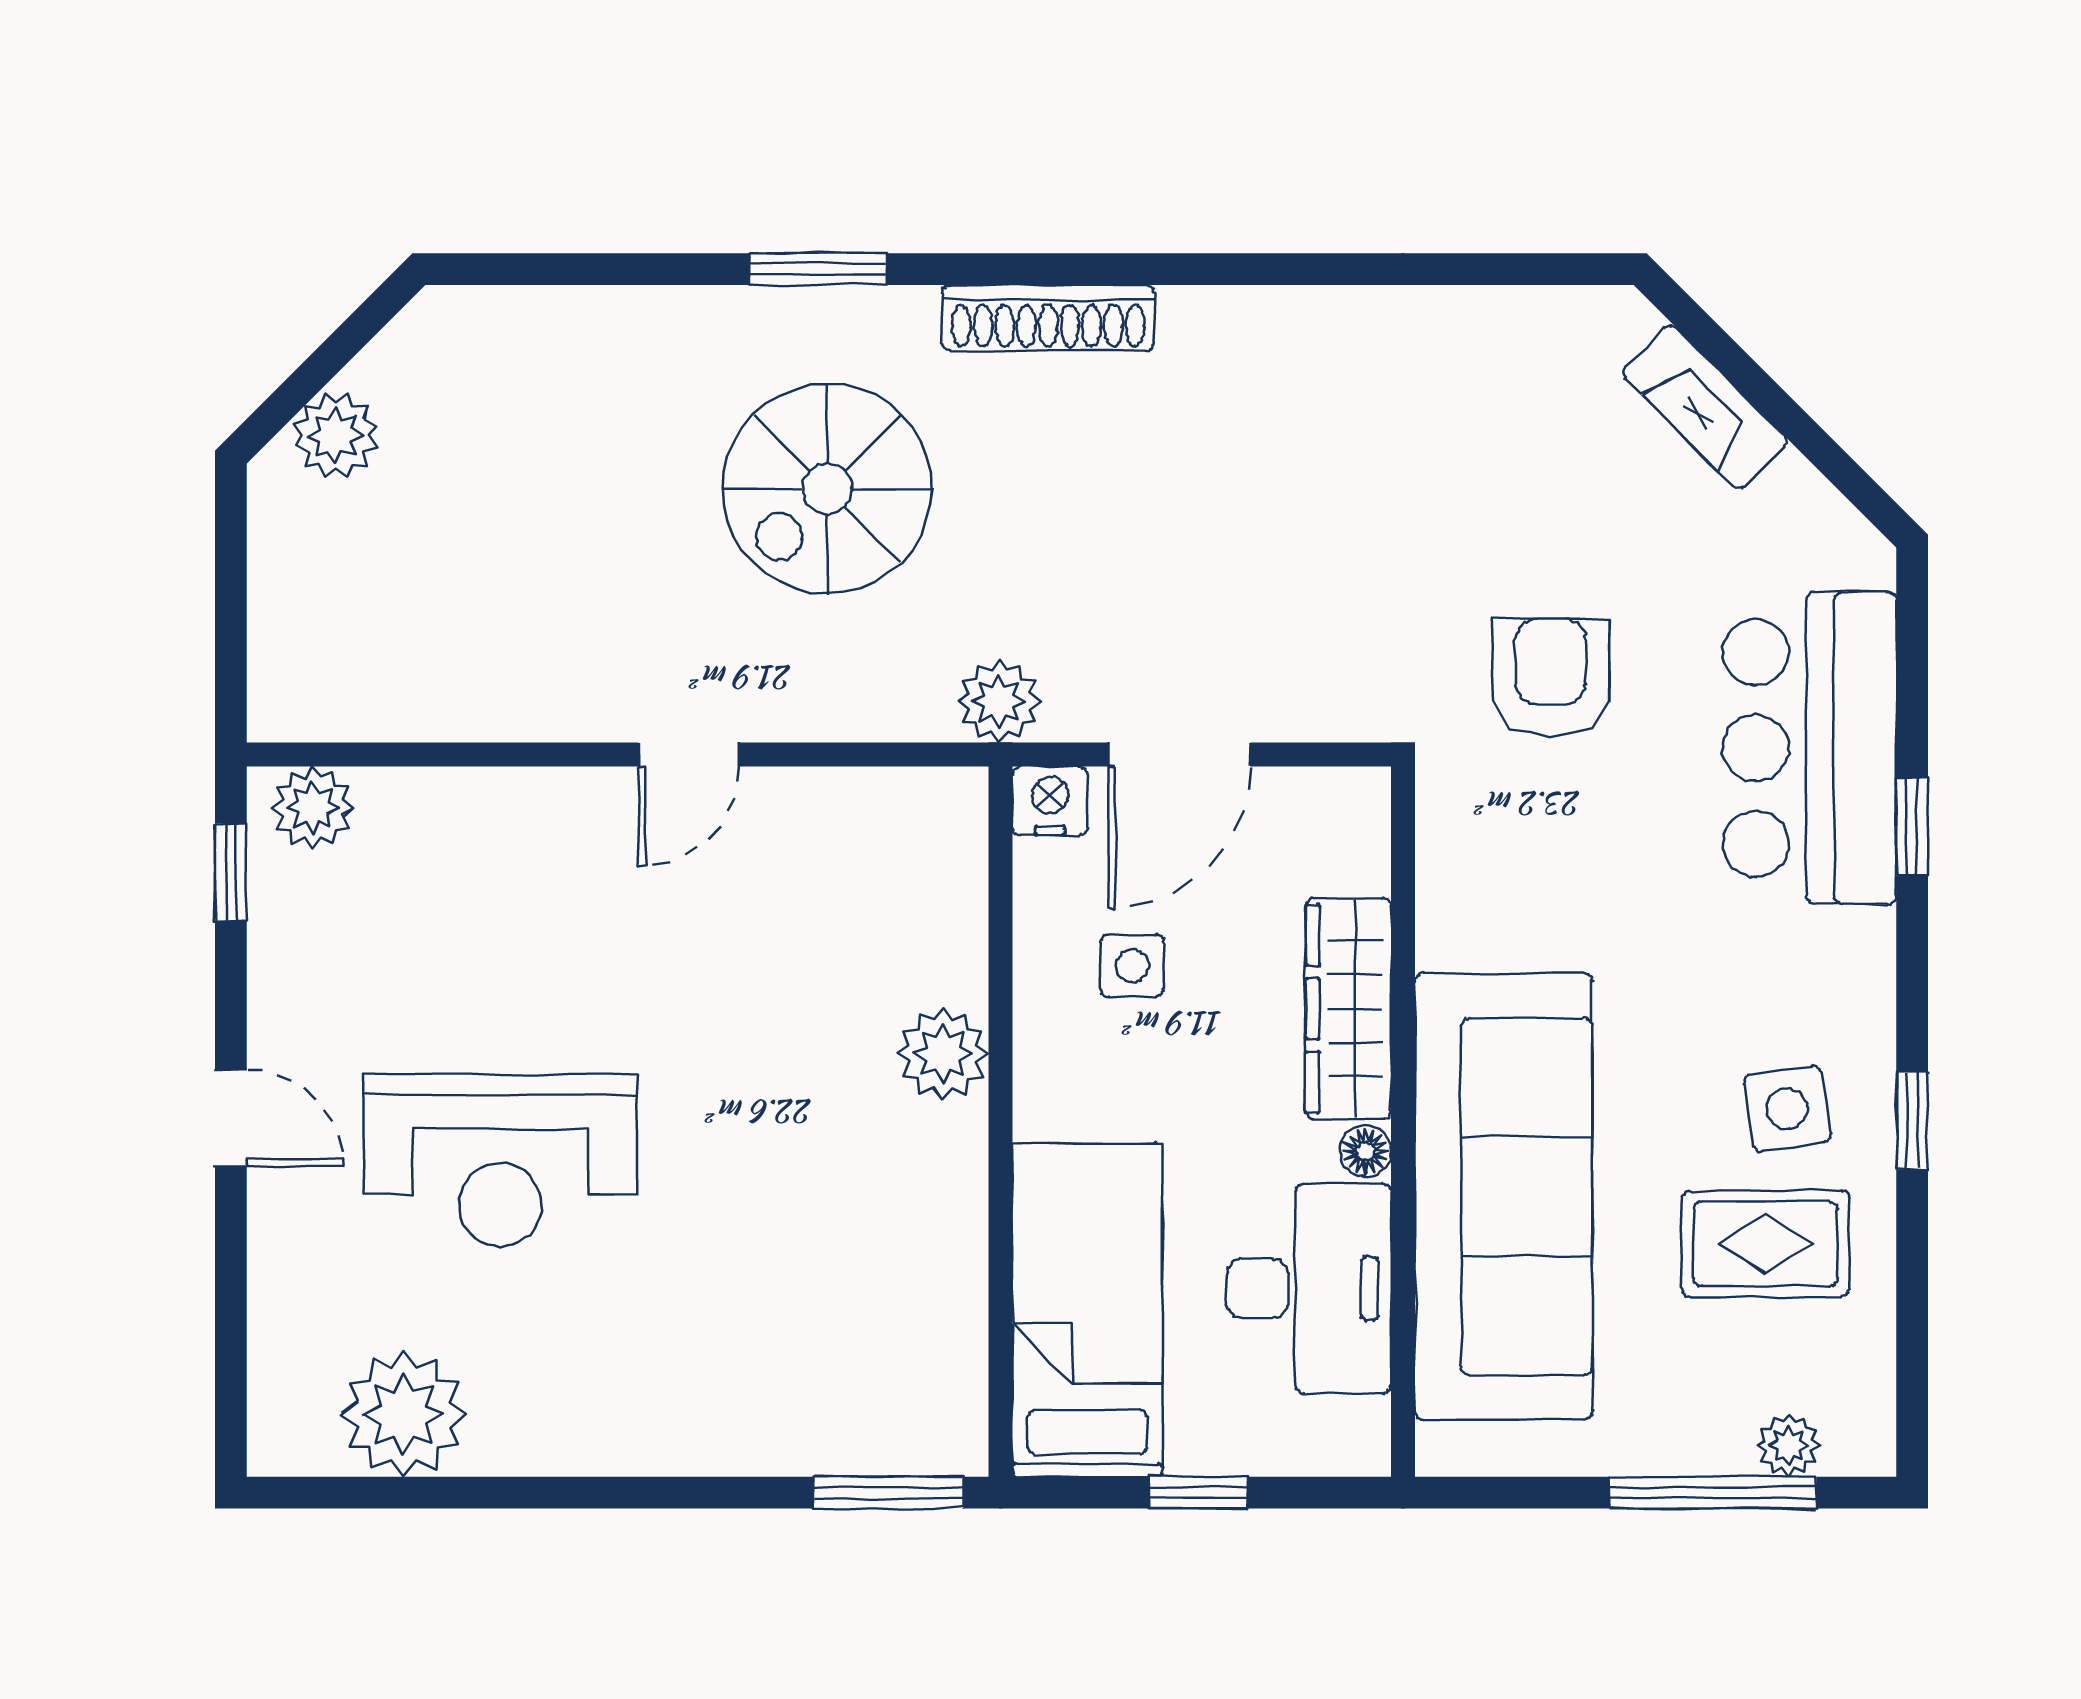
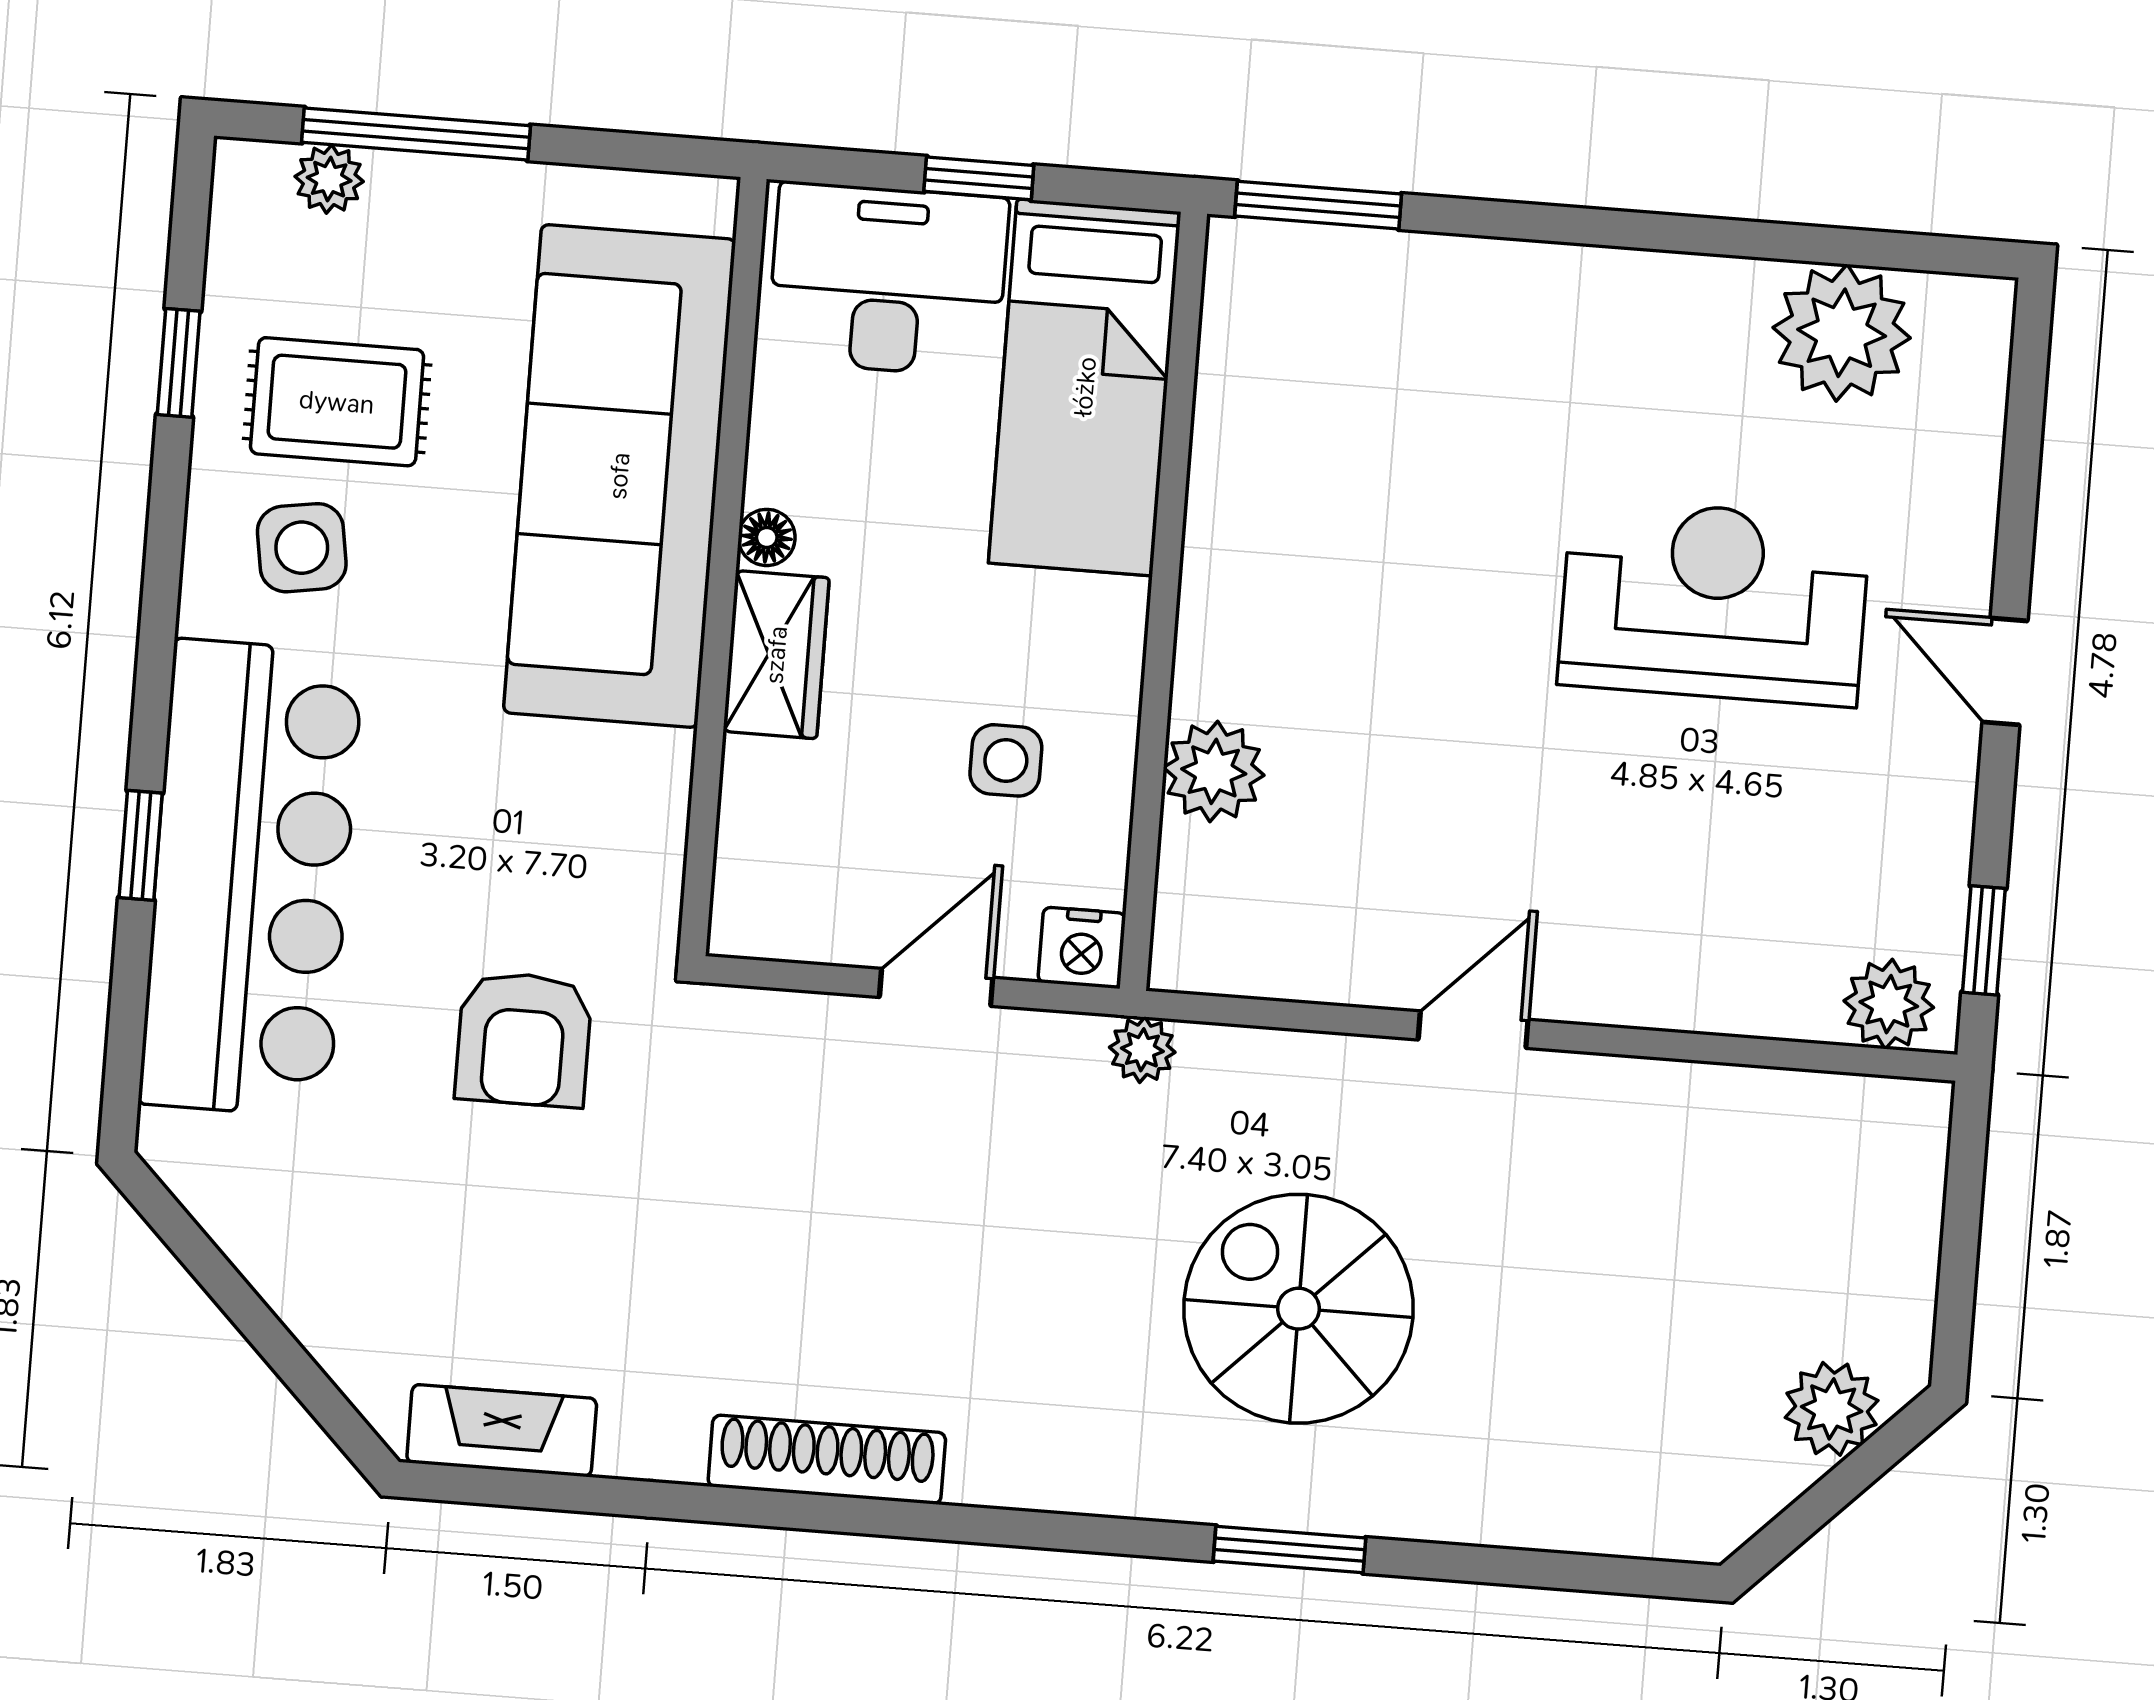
shoe rack: (1048, 318) -> (827, 1460), moved
fireplace: (1705, 407) -> (502, 1431), moved, turned -45
spiral stairs: (827, 489) -> (1298, 1309), turned -90
plant: (999, 701) -> (1142, 1050), width x0.73, depth x0.73
bar counter: (1810, 748) -> (251, 878), width x1.36
door: (1179, 755) -> (936, 987), width x0.73
wardrobe: (1348, 1009) -> (776, 655), width x0.67
plant: (943, 1054) -> (1214, 771), moved
window: (1912, 1121) -> (179, 363), moved
desk: (1309, 1288) -> (888, 280), moved, turned 90

